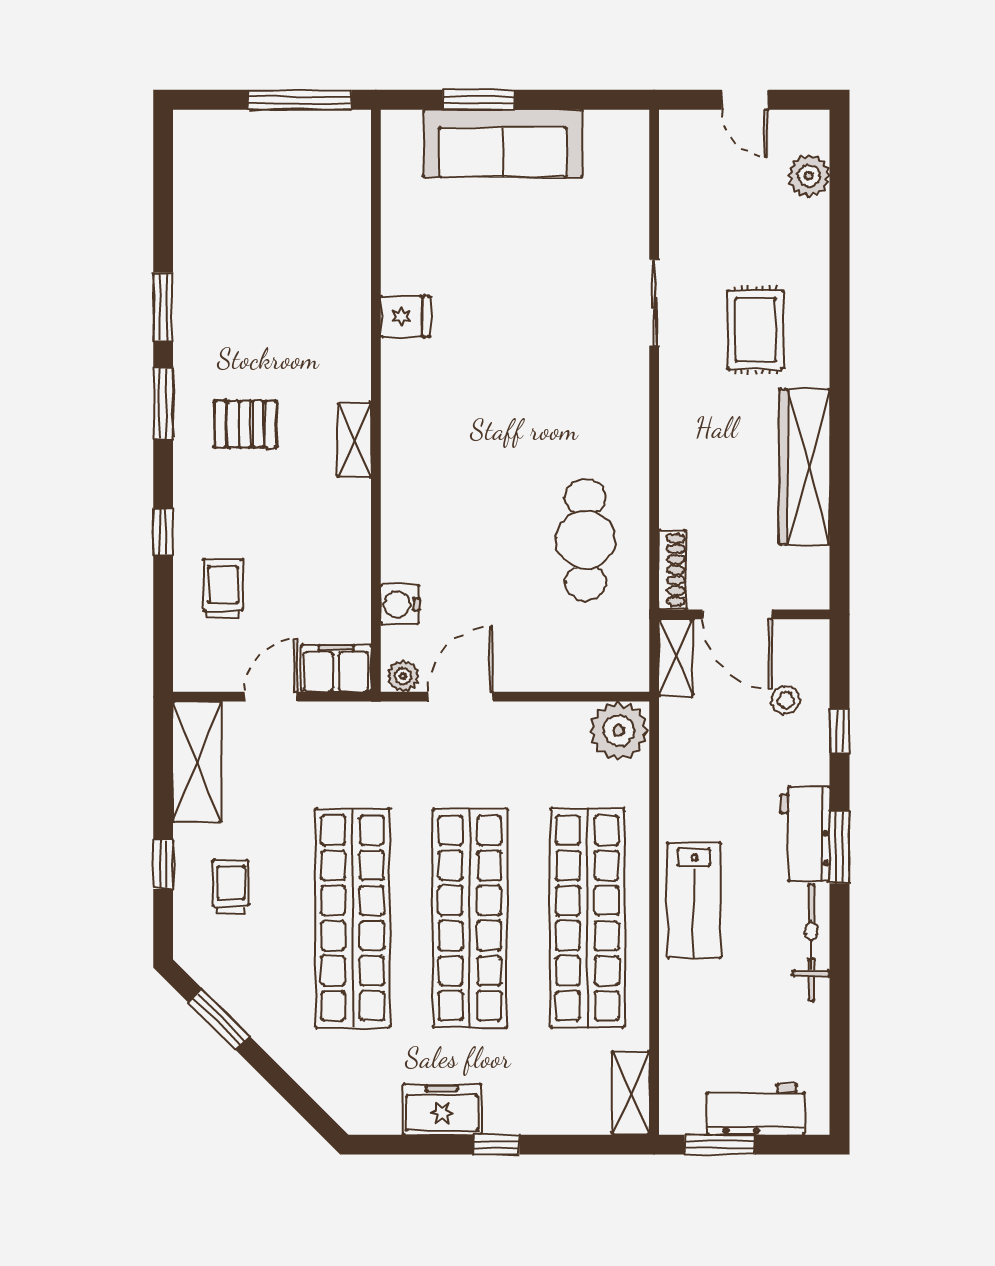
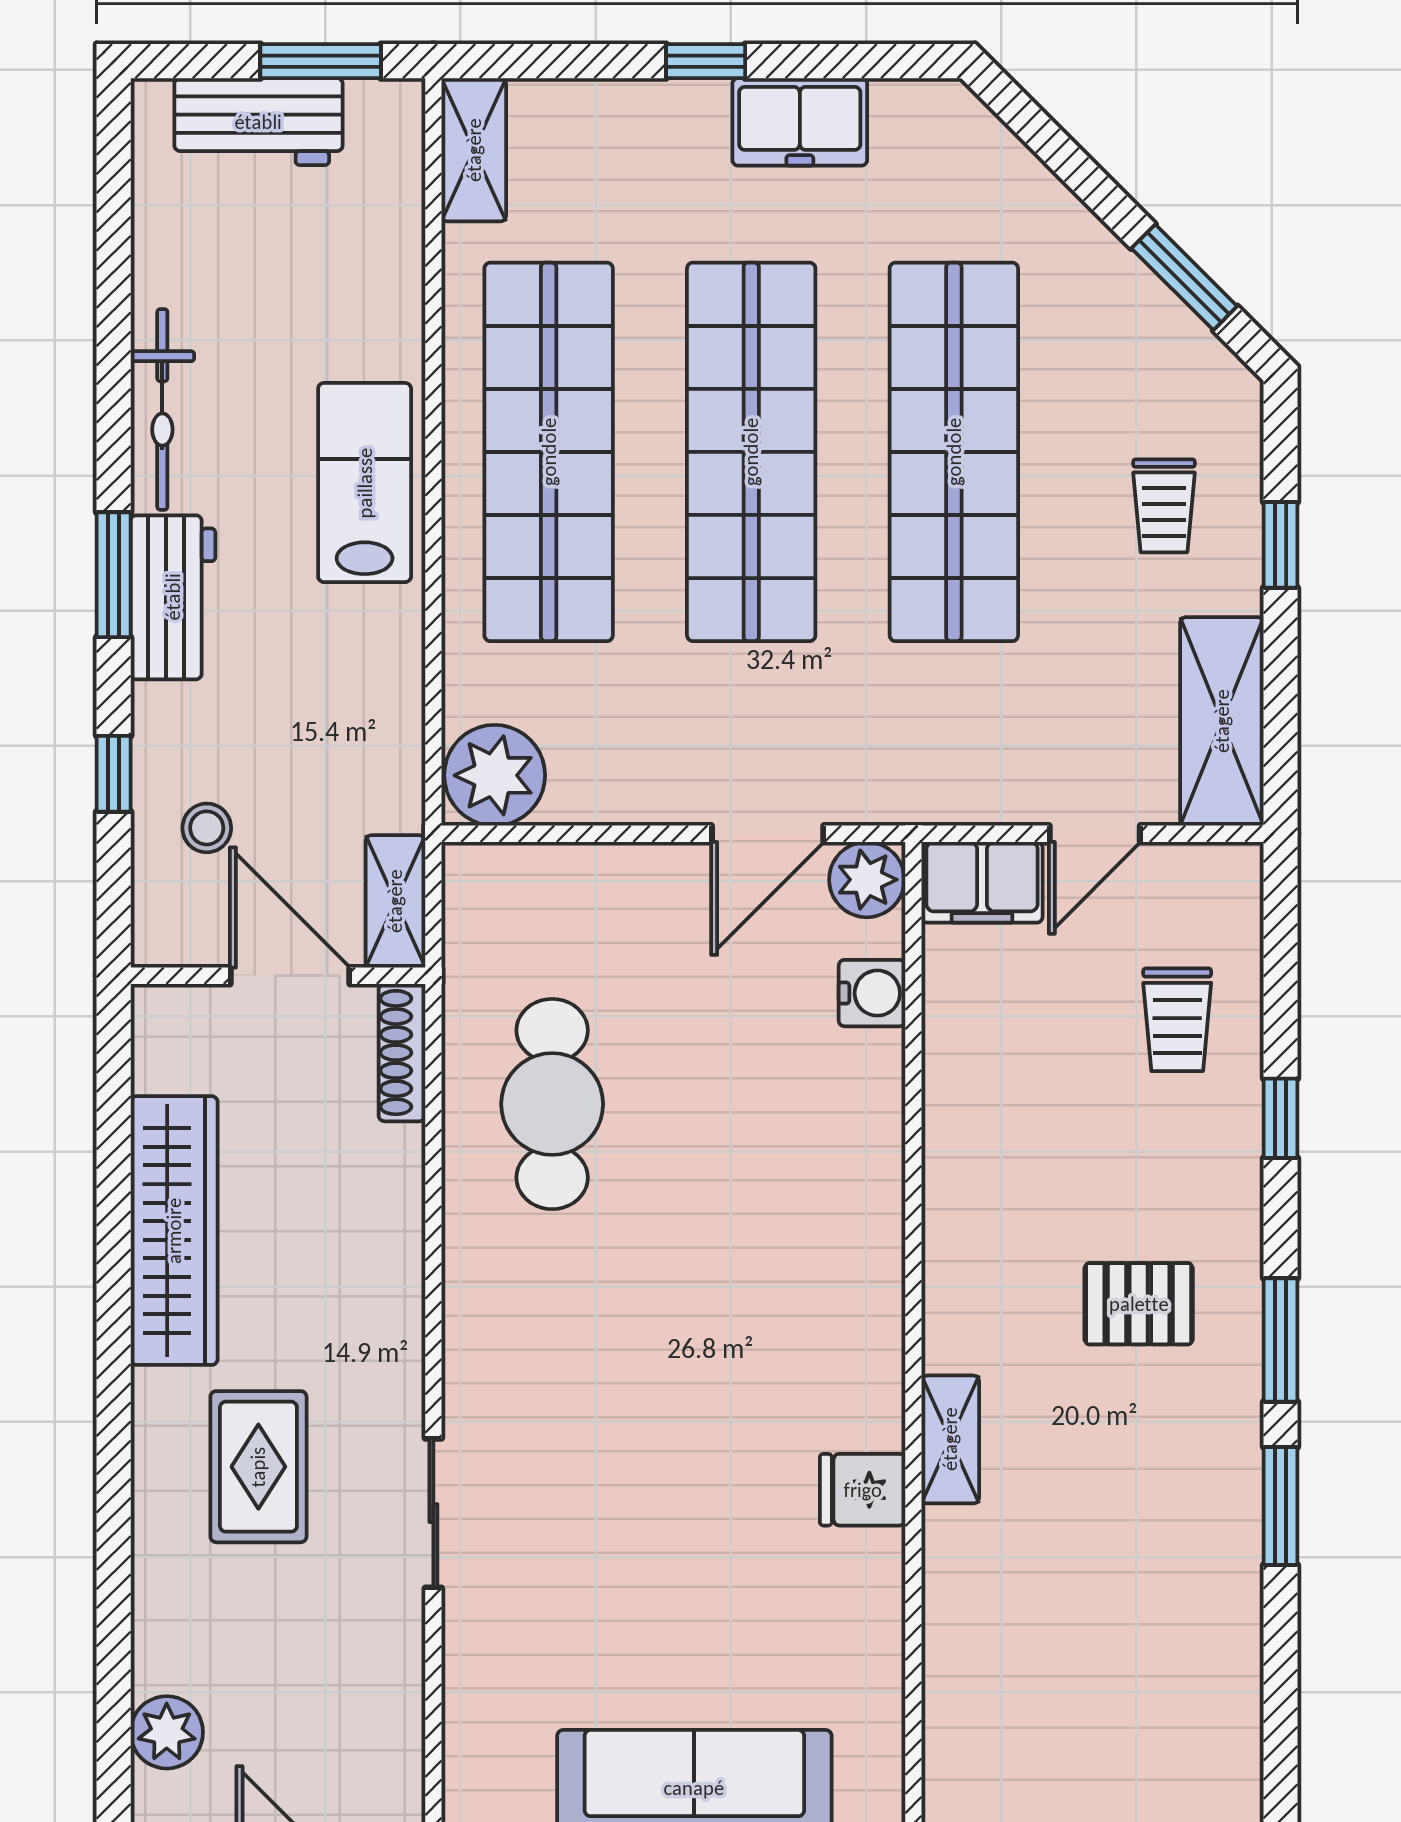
shelving: (355, 440) -> (950, 1439), moved
plant: (403, 676) -> (867, 880), width x1.38, depth x1.38

